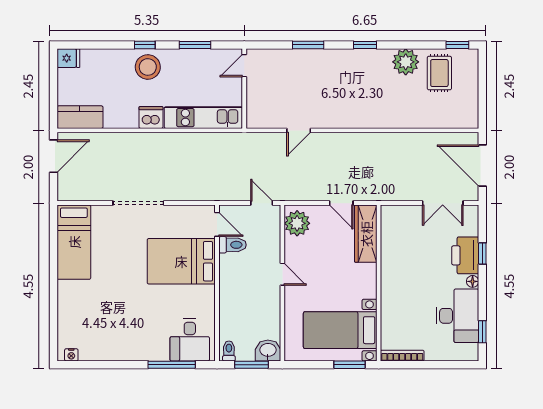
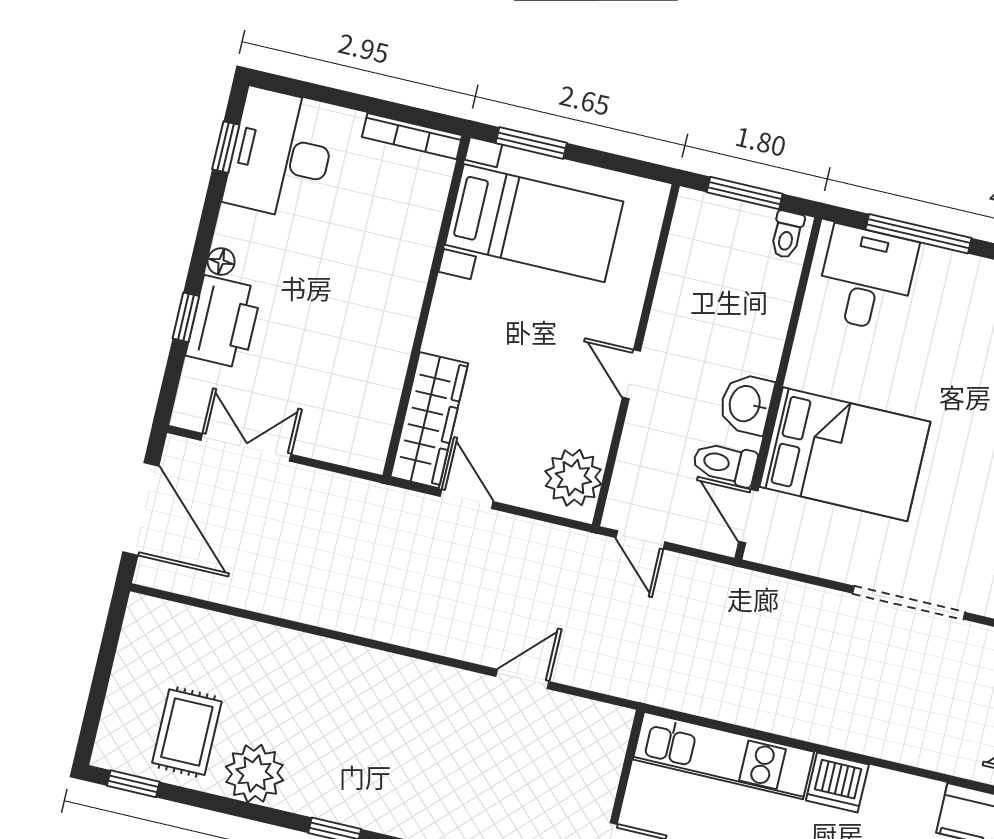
desk: (457, 316) -> (281, 154), moved
washbasin: (268, 351) -> (746, 404), moved, turned 90

